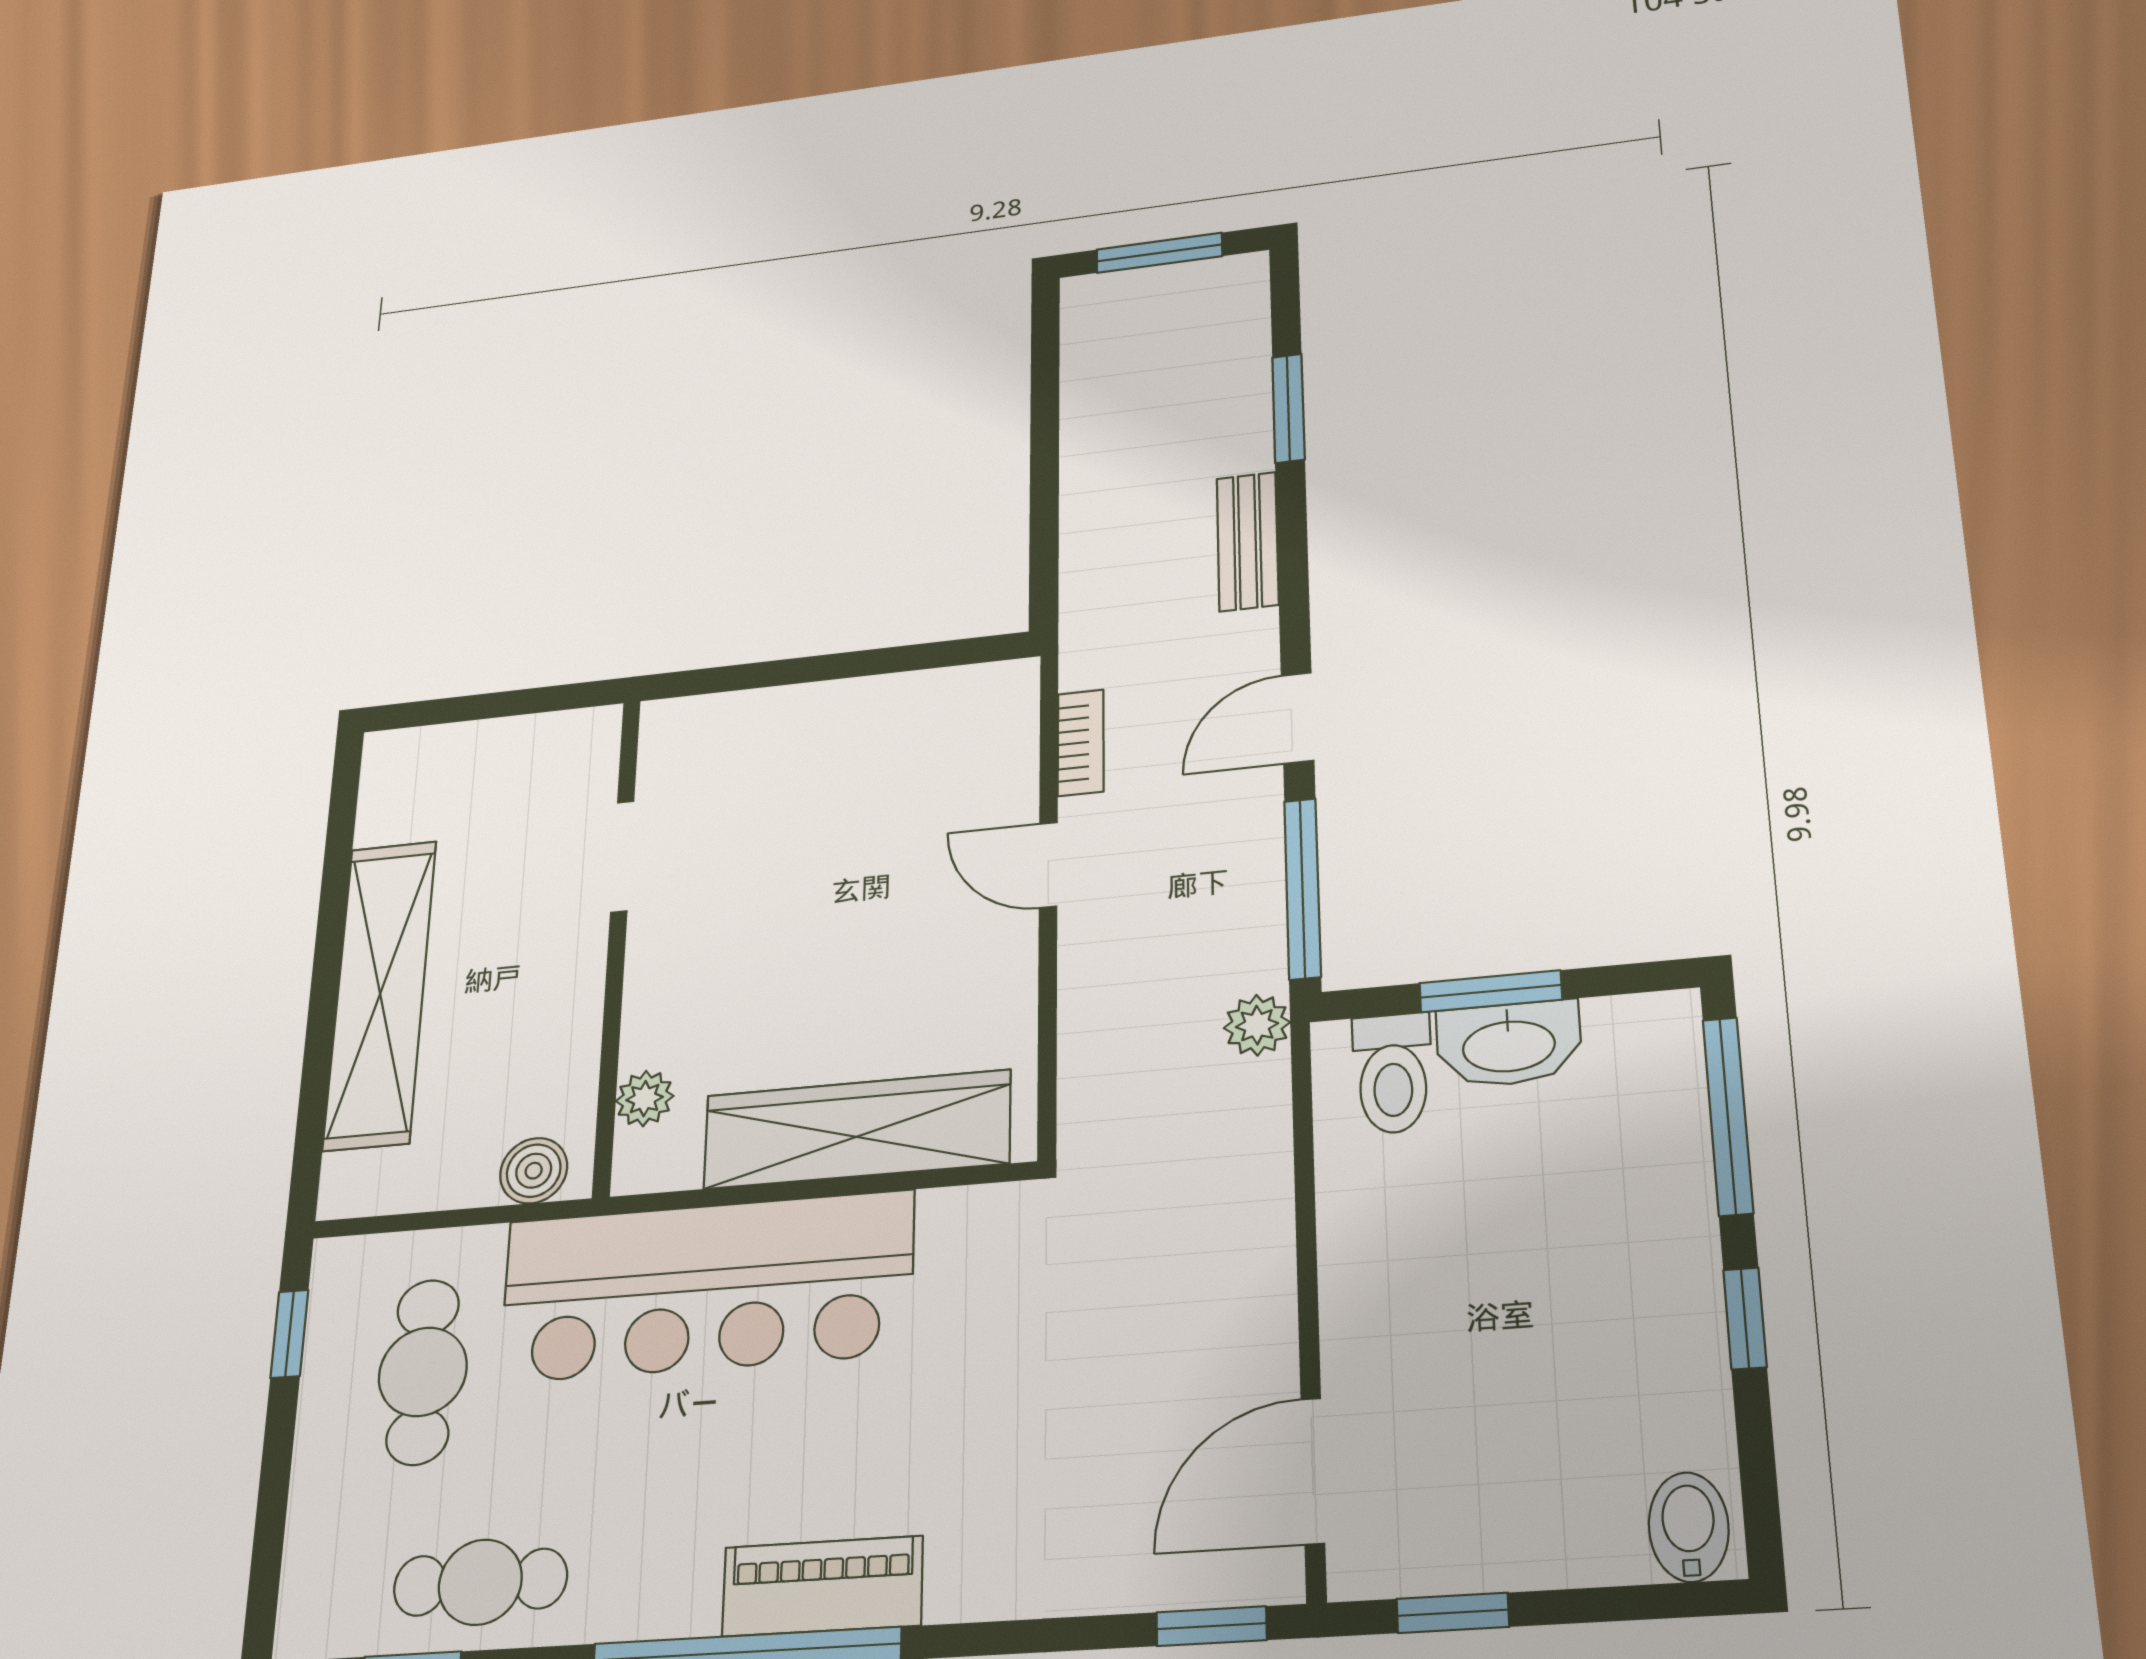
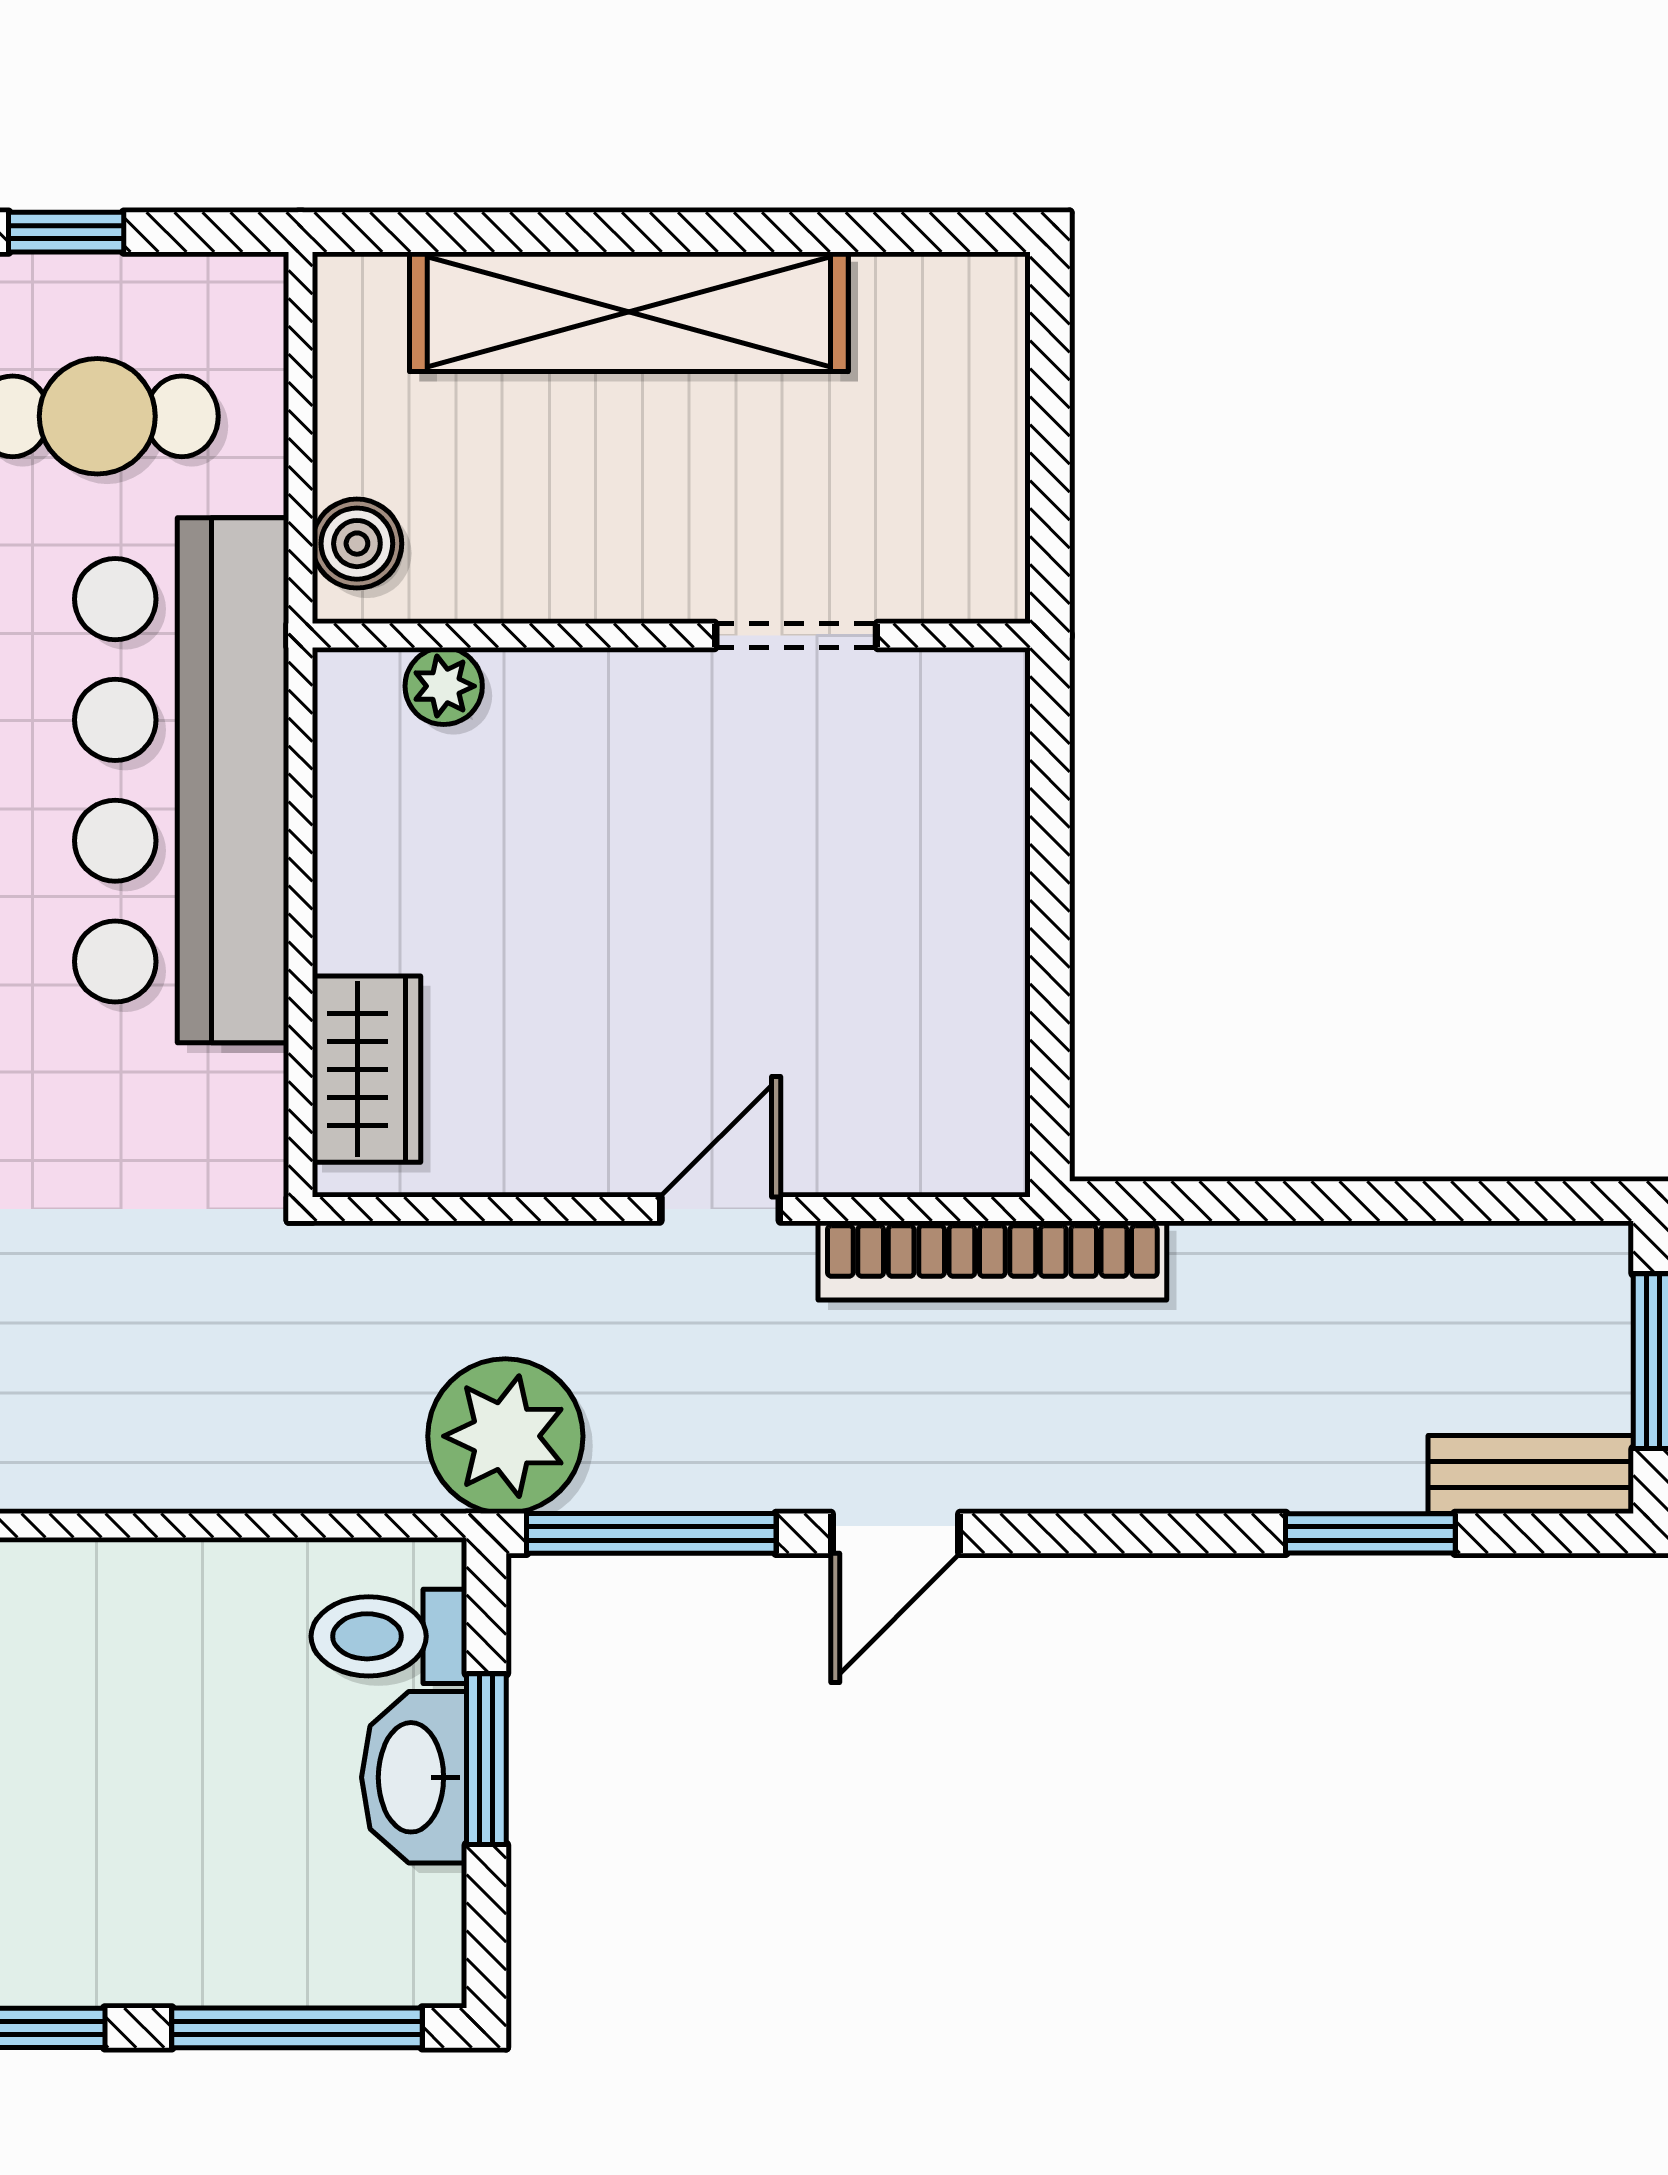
bench: (1248, 541) -> (1531, 1474), moved
door: (1297, 718) -> (895, 1533), swing flipped
bookcase: (1081, 743) -> (992, 1261), width x2.31, depth x1.31
plant: (1257, 1025) -> (505, 1436), width x1.87, depth x1.87
wardrobe: (857, 1129) -> (366, 1069), width x0.48, depth x0.85
window: (289, 1334) -> (66, 232), moved

